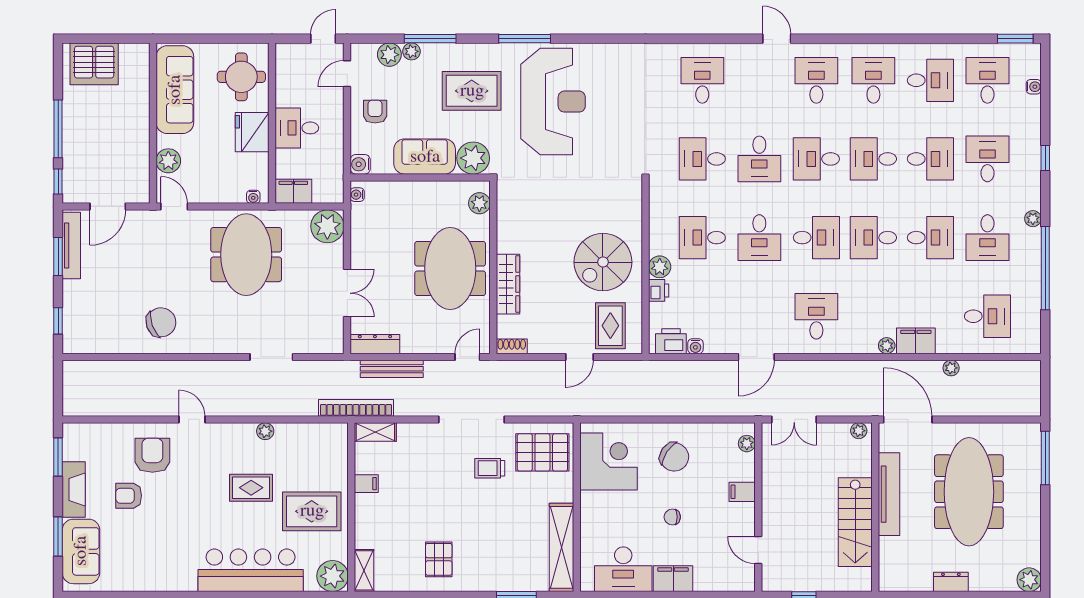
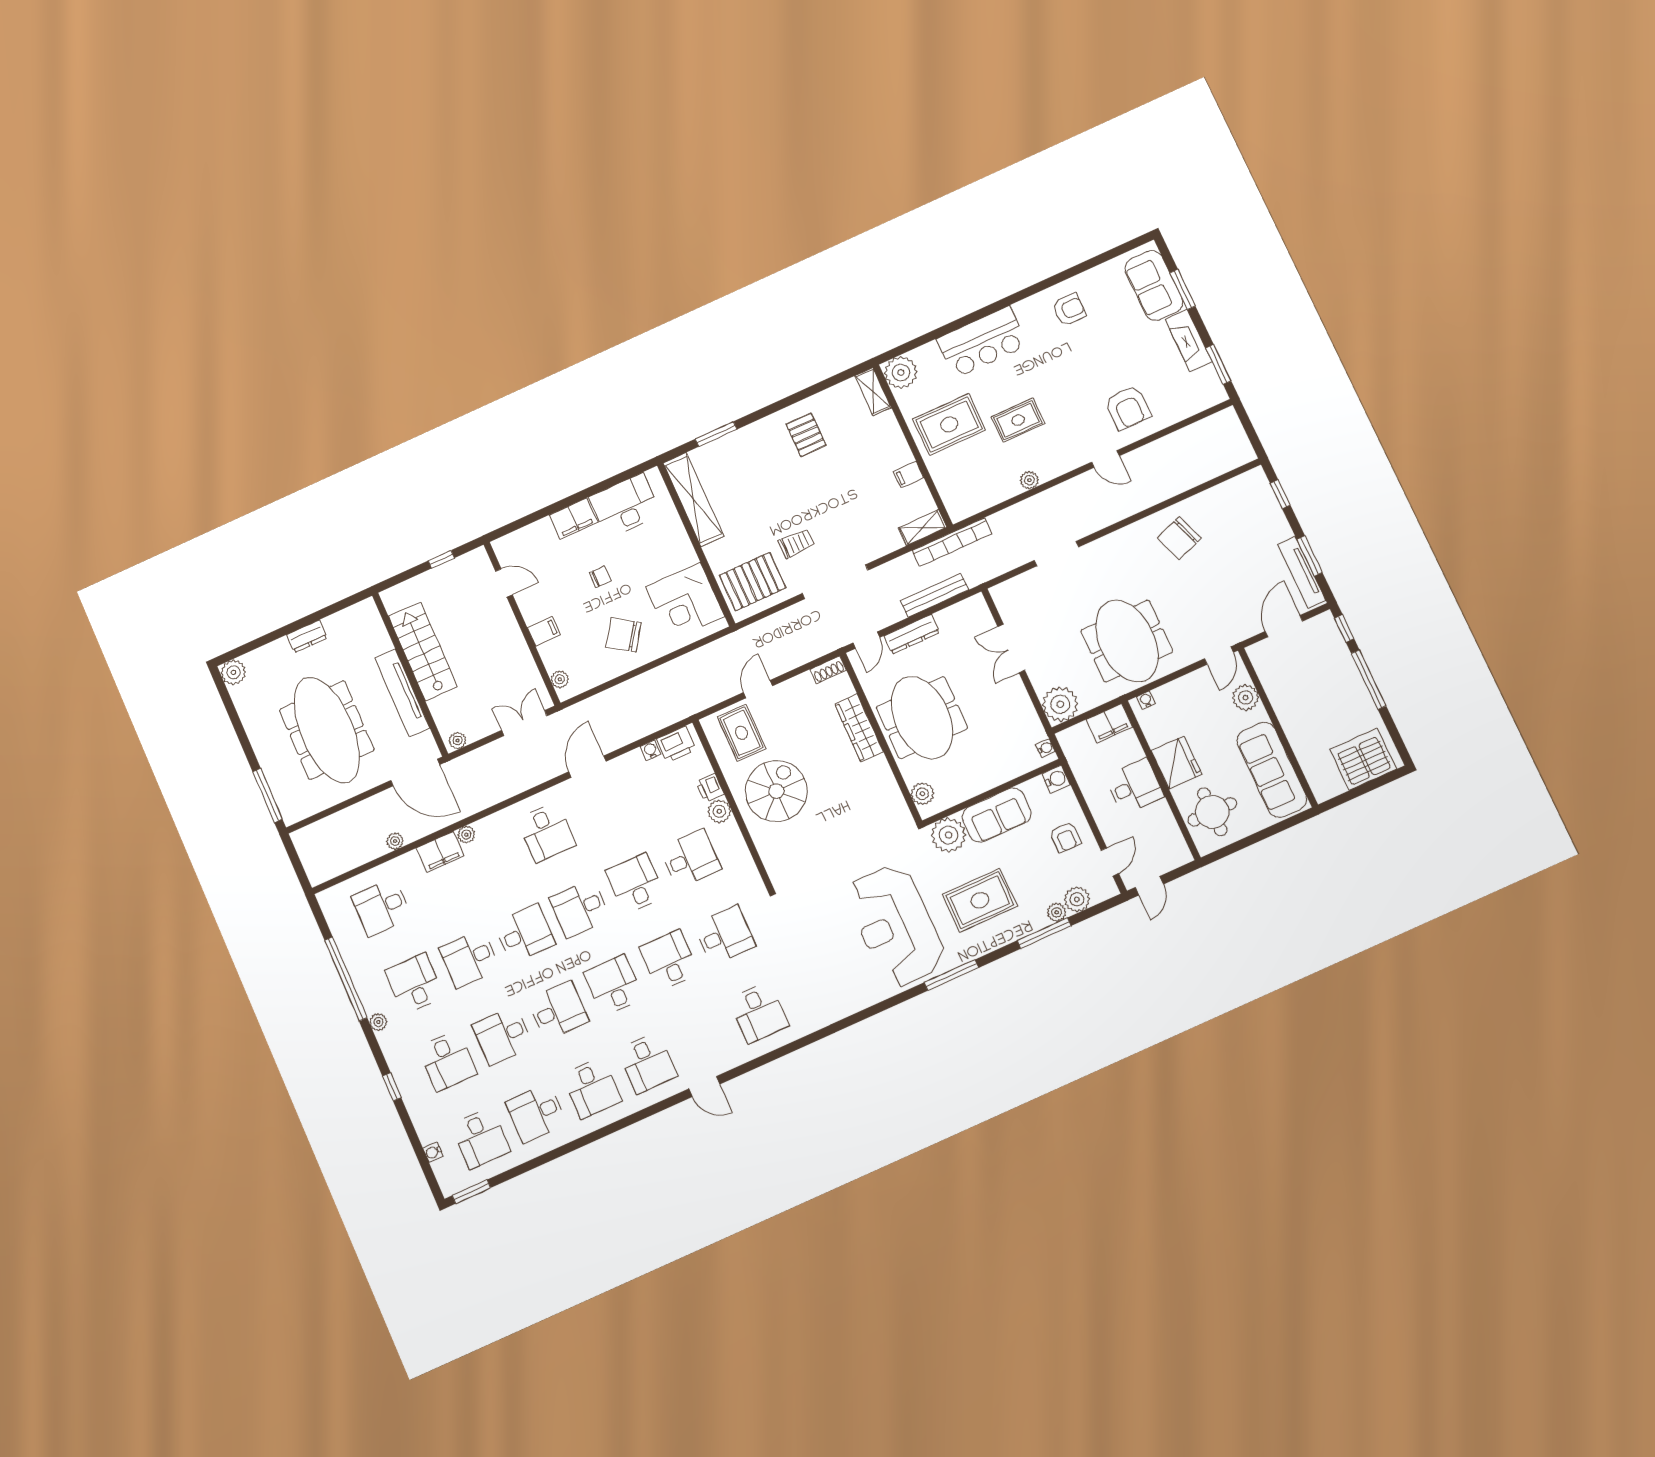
desk: (816, 159) -> (614, 985), turned -90
door: (174, 207) -> (1219, 656), hinge flipped
dresser: (375, 344) -> (912, 634), moved
armchair: (129, 496) -> (1069, 310), moved
bar counter: (251, 570) -> (982, 342), width x0.73

